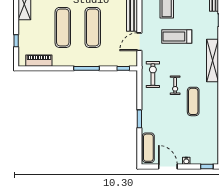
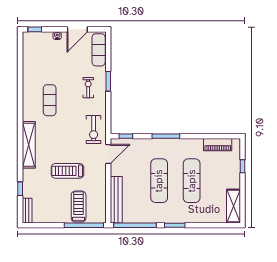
treadmill: (177, 37) -> (68, 171), turned 180
door: (139, 42) -> (108, 154), moved
exercise bike: (175, 85) -> (88, 88), moved
door: (168, 166) -> (77, 29), hinge flipped

